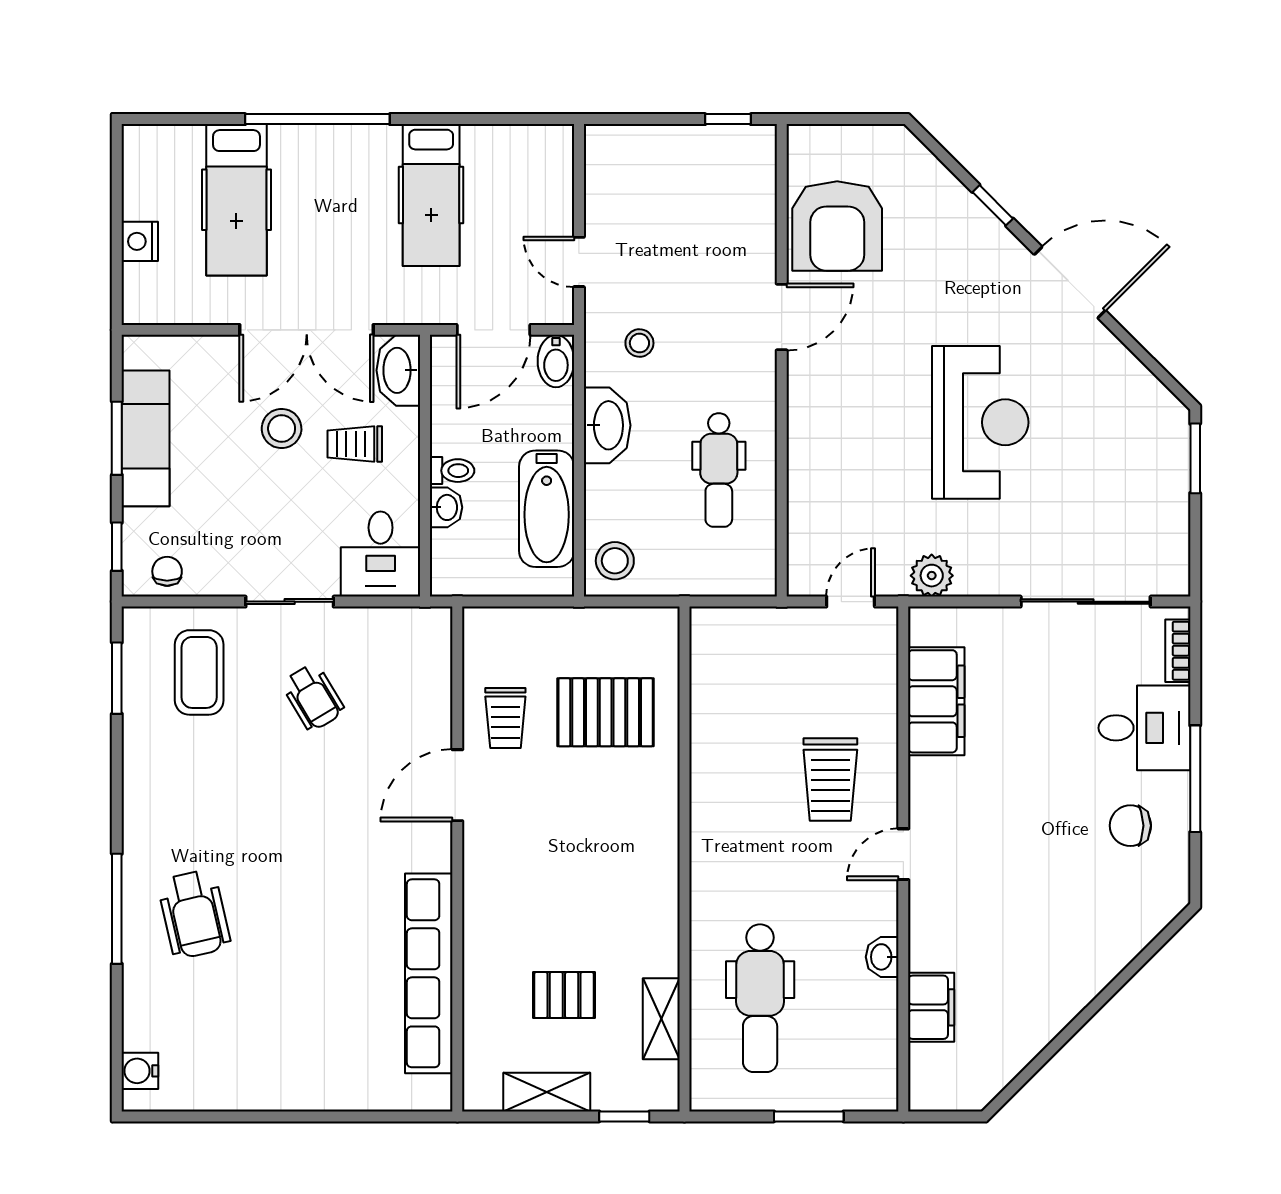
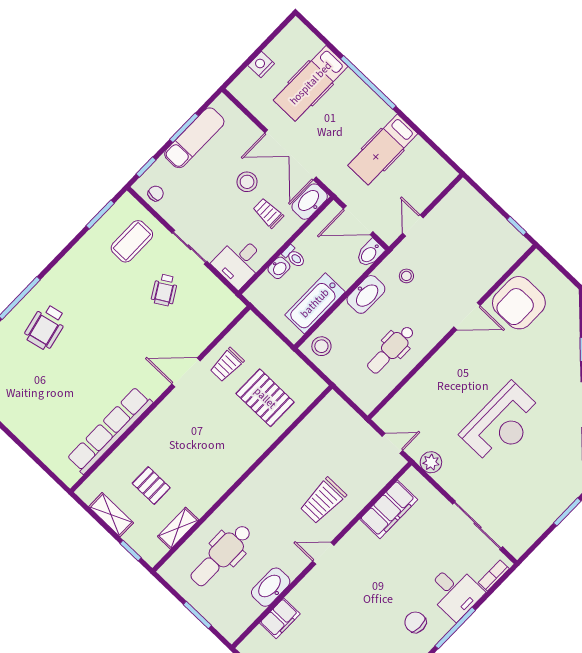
washbasin: (882, 957) -> (271, 587), width x1.91, depth x1.45

